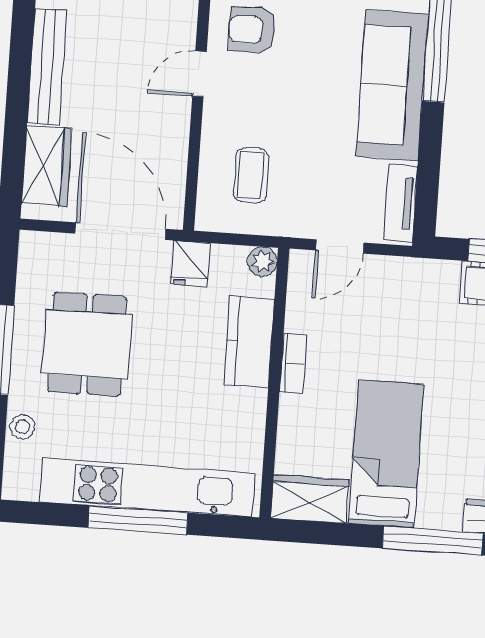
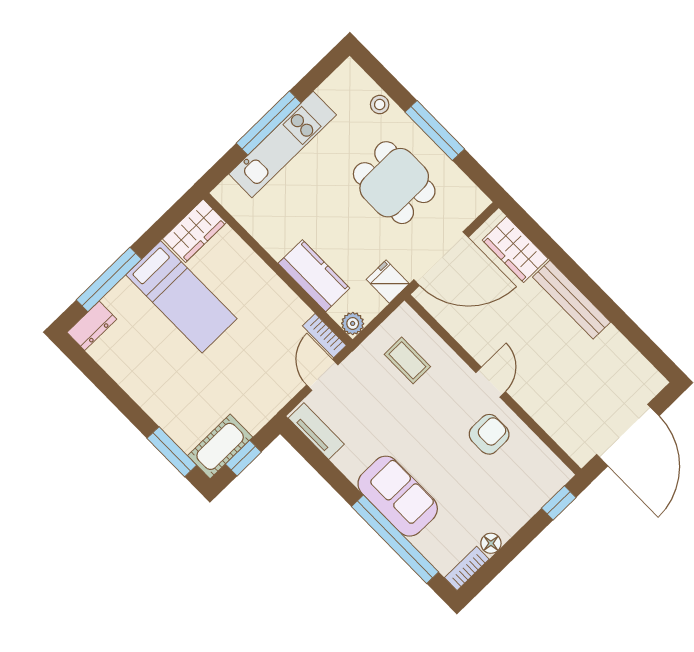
sofa: (392, 85) -> (398, 496), width x0.73
bookcase: (293, 364) -> (324, 336), moved
kitchen unit: (147, 488) -> (283, 144), width x0.73

